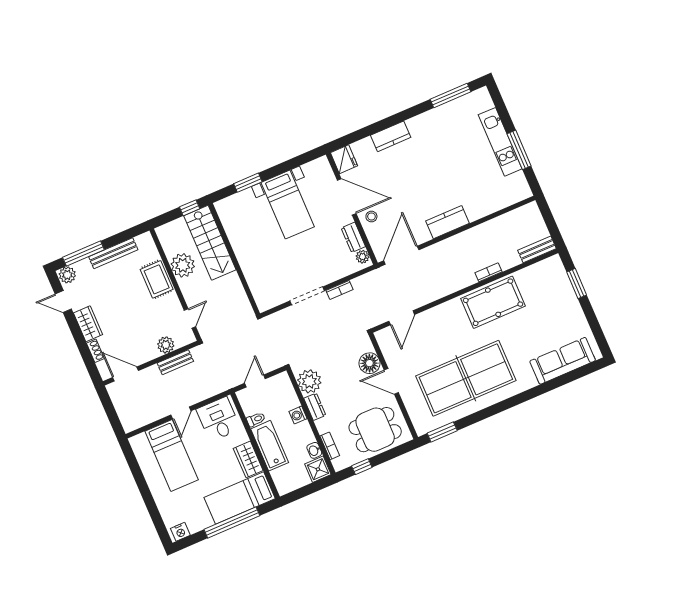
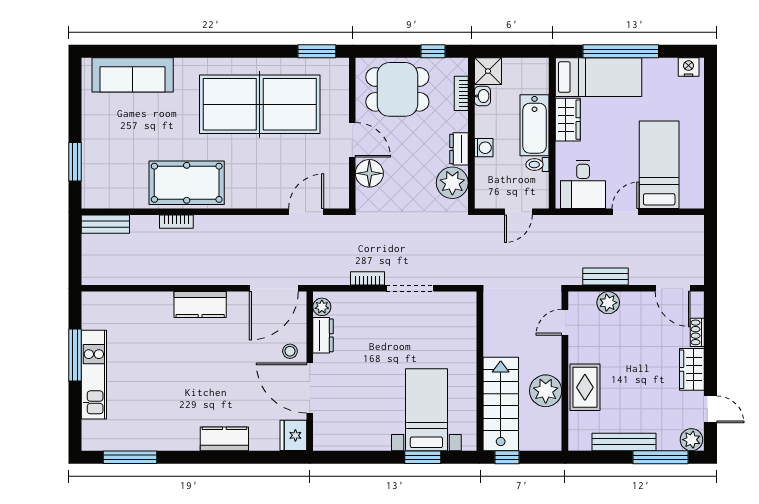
bed with nightstands: (288, 205) -> (426, 410), moved

